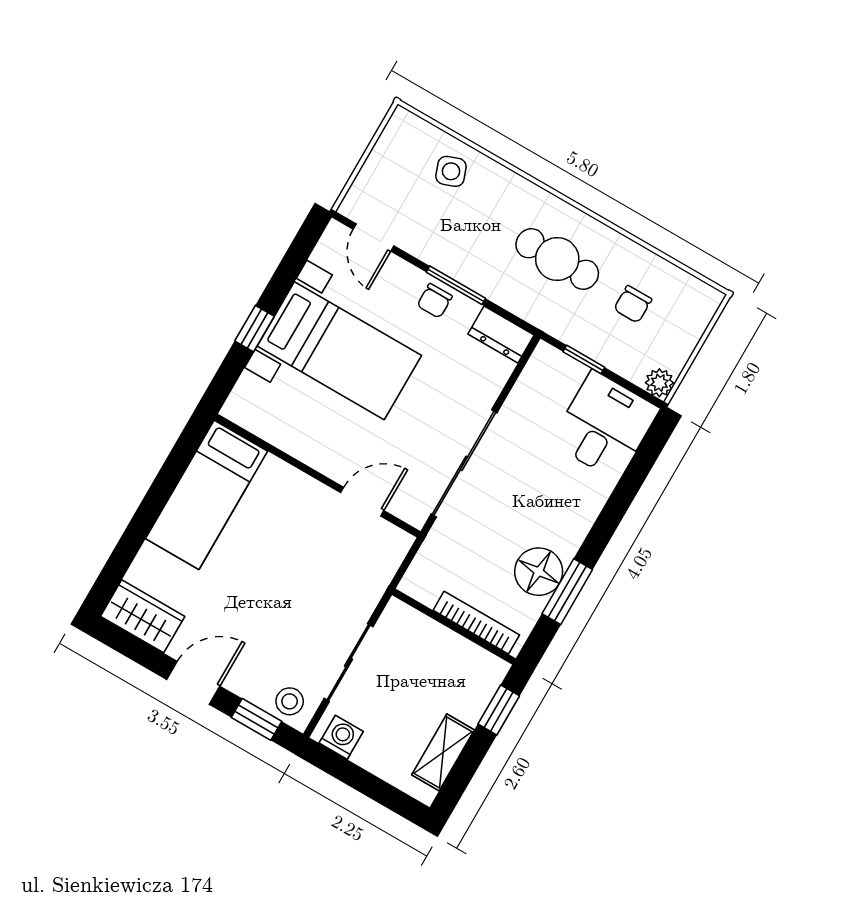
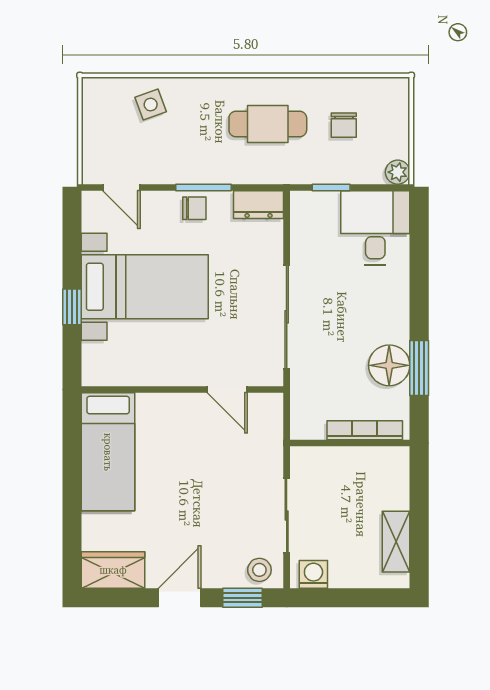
chair: (435, 301) -> (194, 208), turned -90
door: (362, 502) -> (227, 389), swing flipped
window: (499, 710) -> (419, 486), removed

